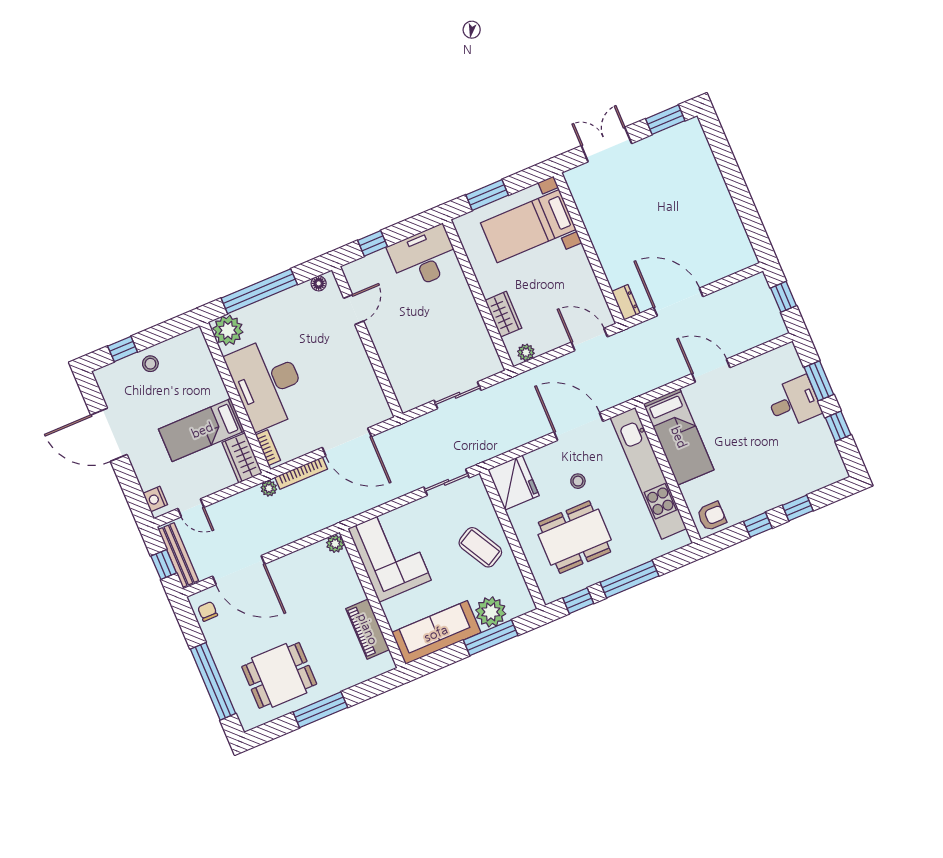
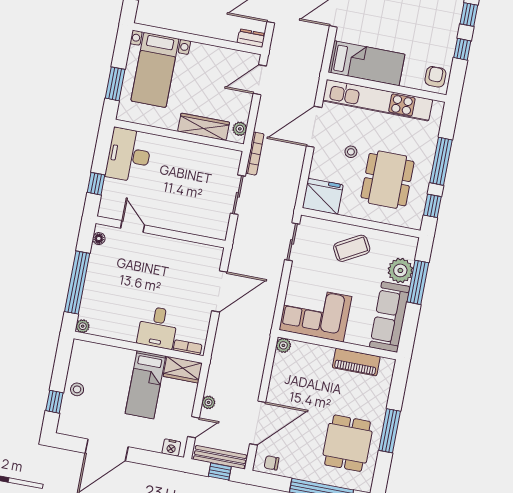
wardrobe: (503, 314) -> (204, 127), width x1.50
plant: (228, 330) -> (83, 326), width x0.53, depth x0.53
desk: (267, 383) -> (158, 327), width x0.53, depth x0.77
bookcase: (301, 473) -> (255, 154), moved
plant: (269, 488) -> (208, 402), moved

